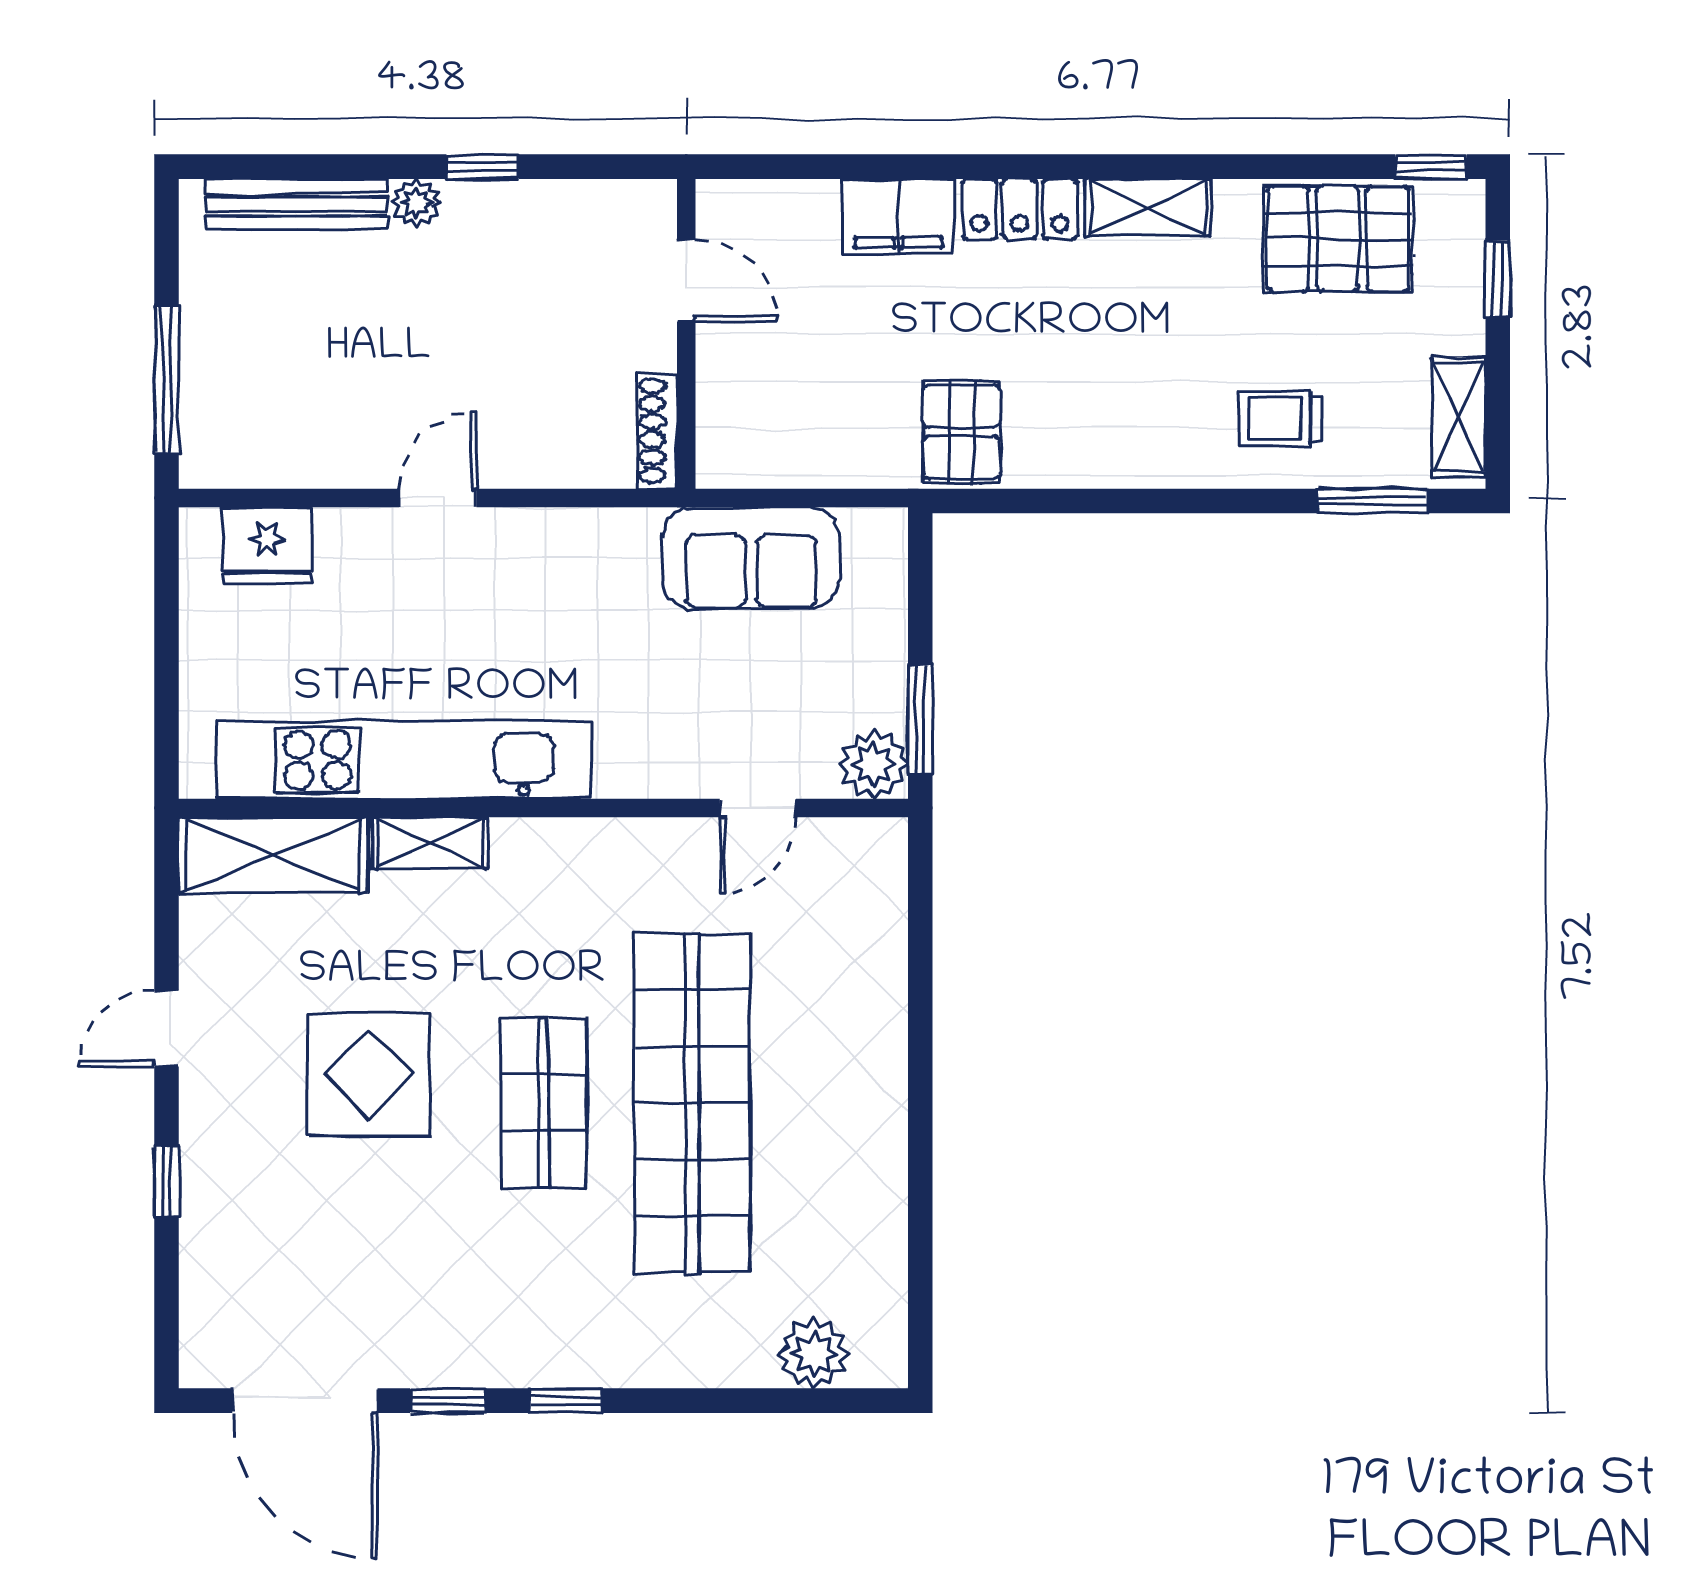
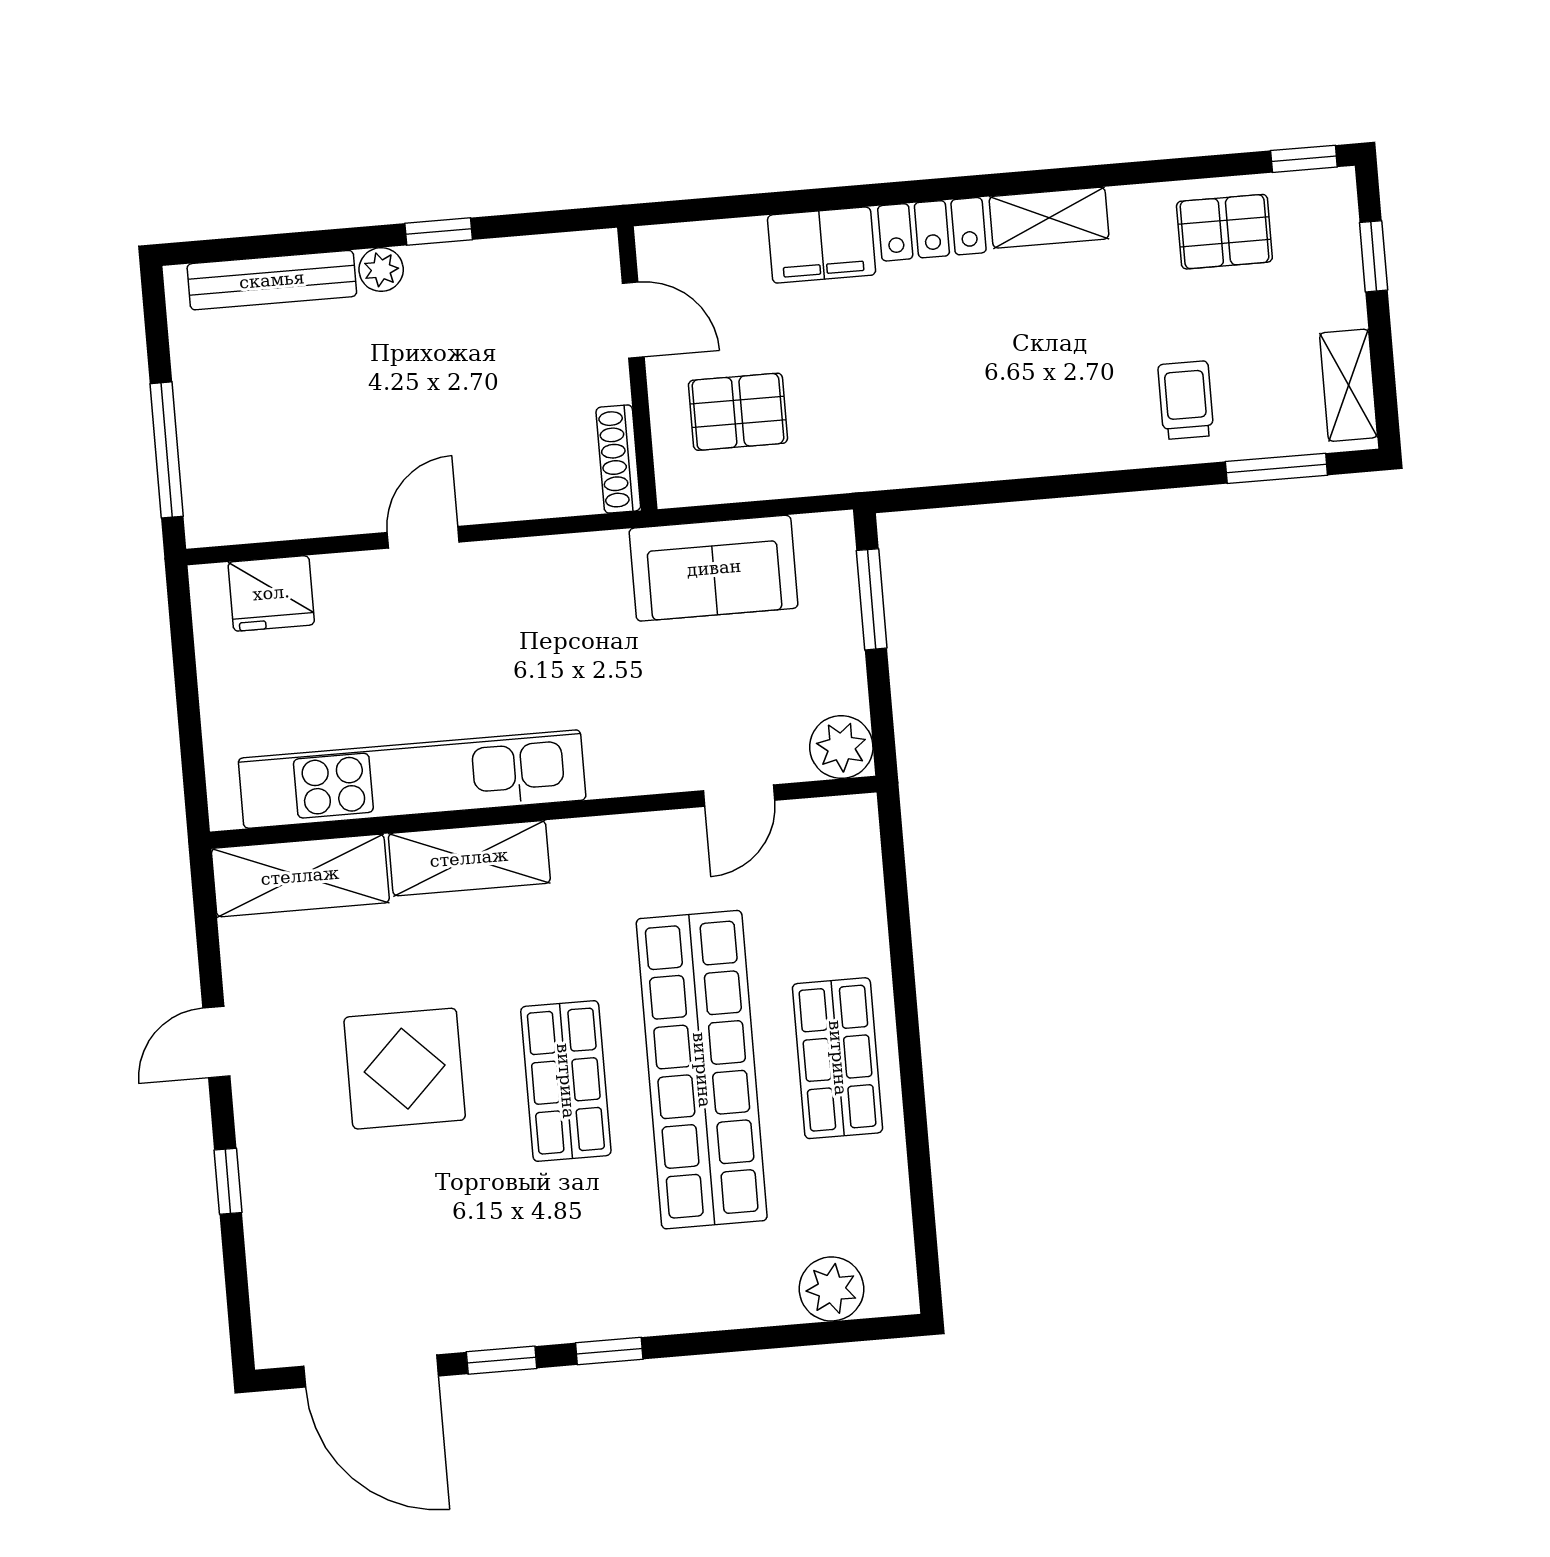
pallet: (1338, 239) -> (1224, 232), width x0.67, depth x0.71
trolley: (1280, 418) -> (1186, 400), turned 90
pallet: (962, 432) -> (738, 412), moved, turned 90
window: (920, 719) -> (872, 599), moved
shelving: (430, 843) -> (469, 858), width x1.50, depth x1.33
shop shelf: (841, 1103) -> (838, 1058), added

